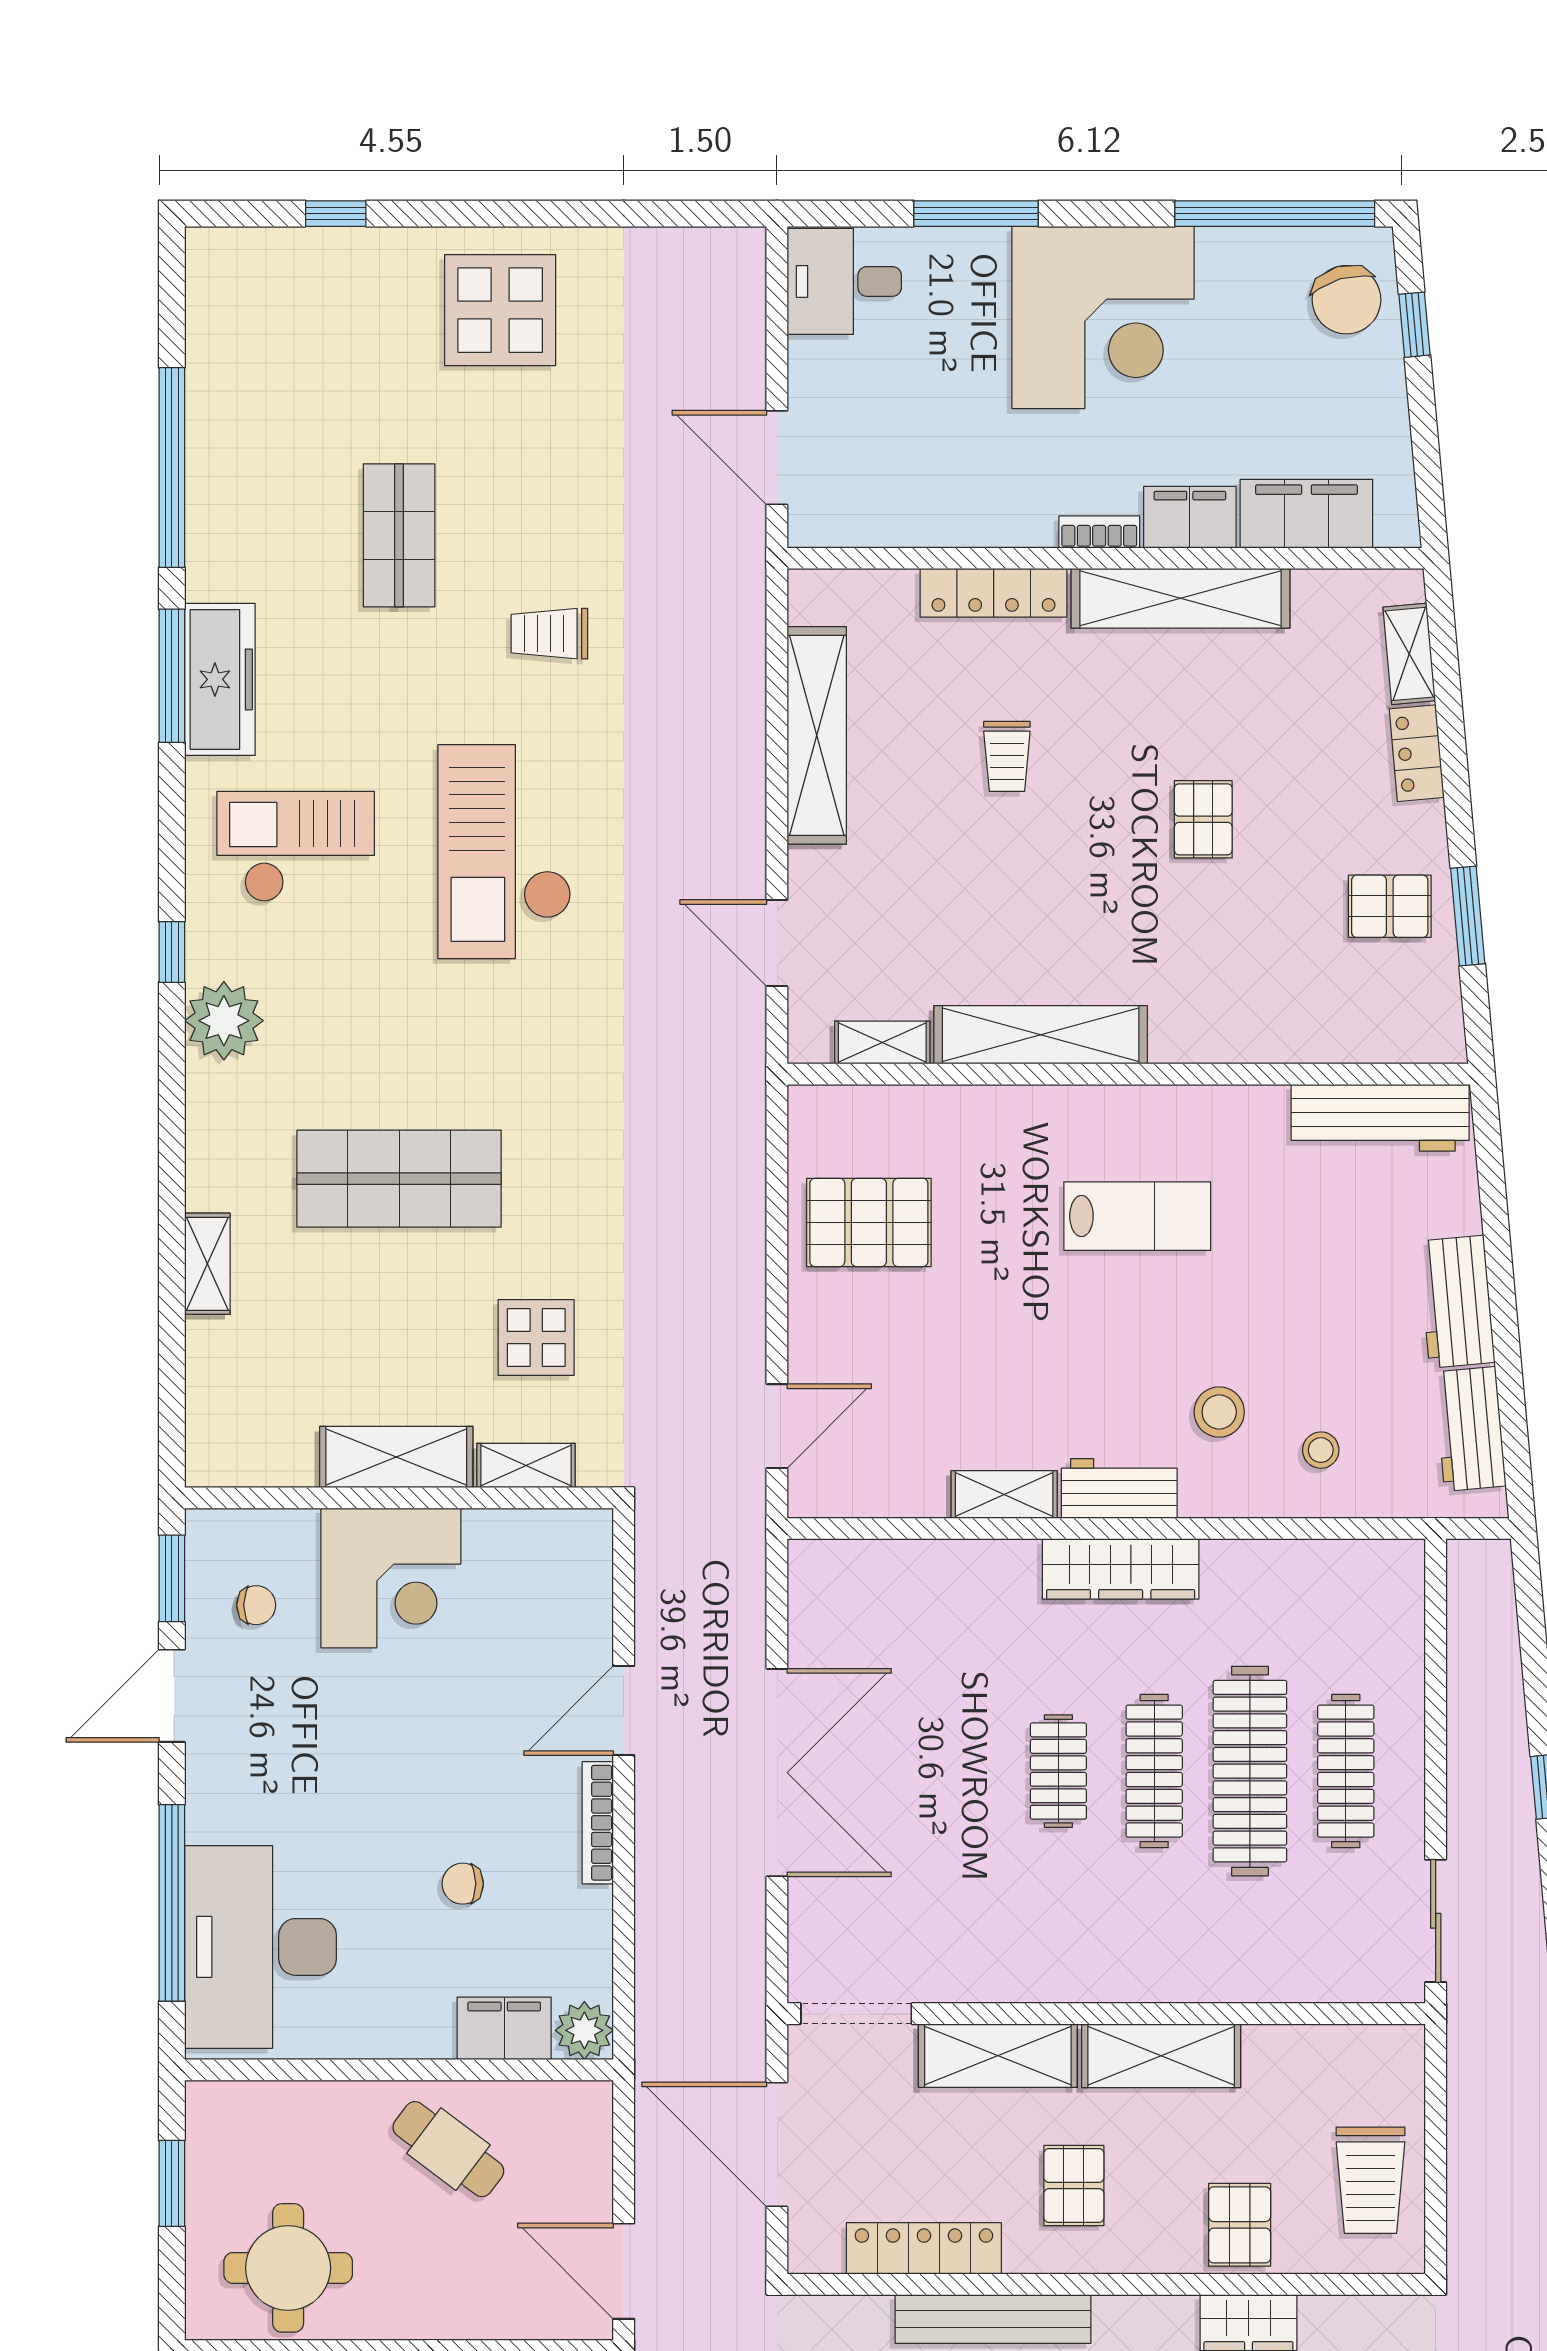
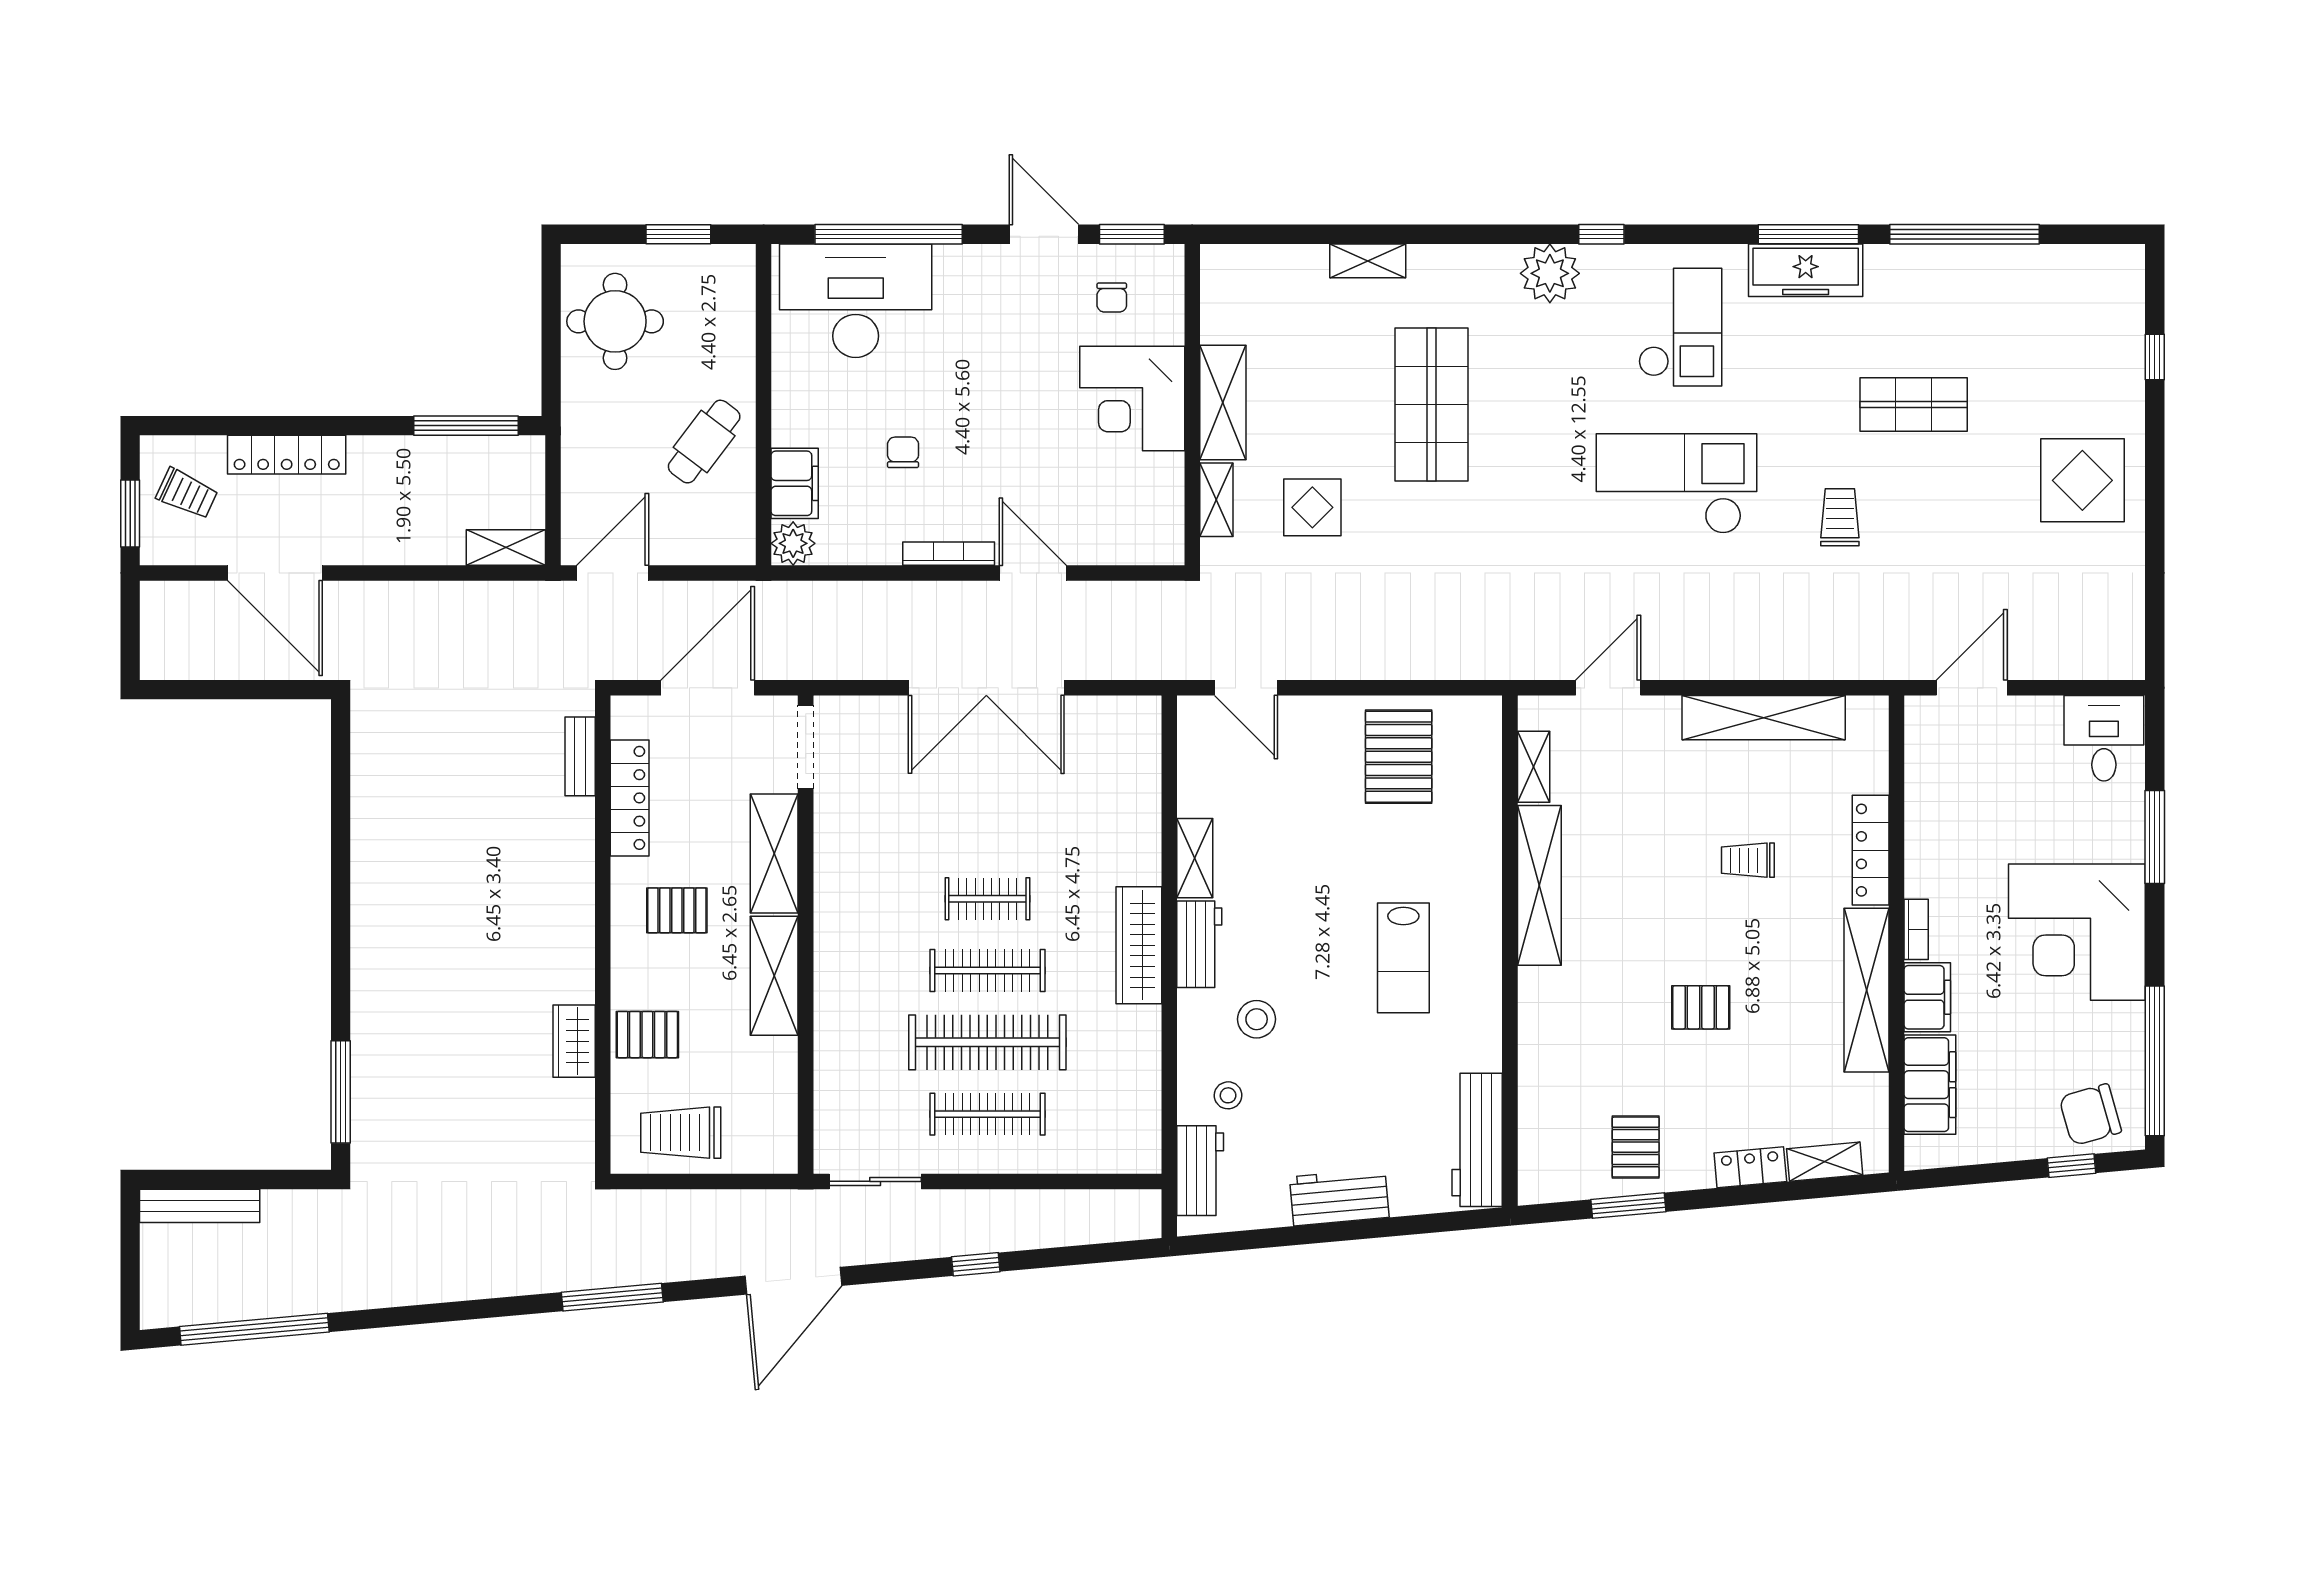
workbench: (1470, 1429) -> (1200, 1171), moved, turned 95
bench: (993, 2319) -> (580, 756), moved, width x0.54, depth x0.82

